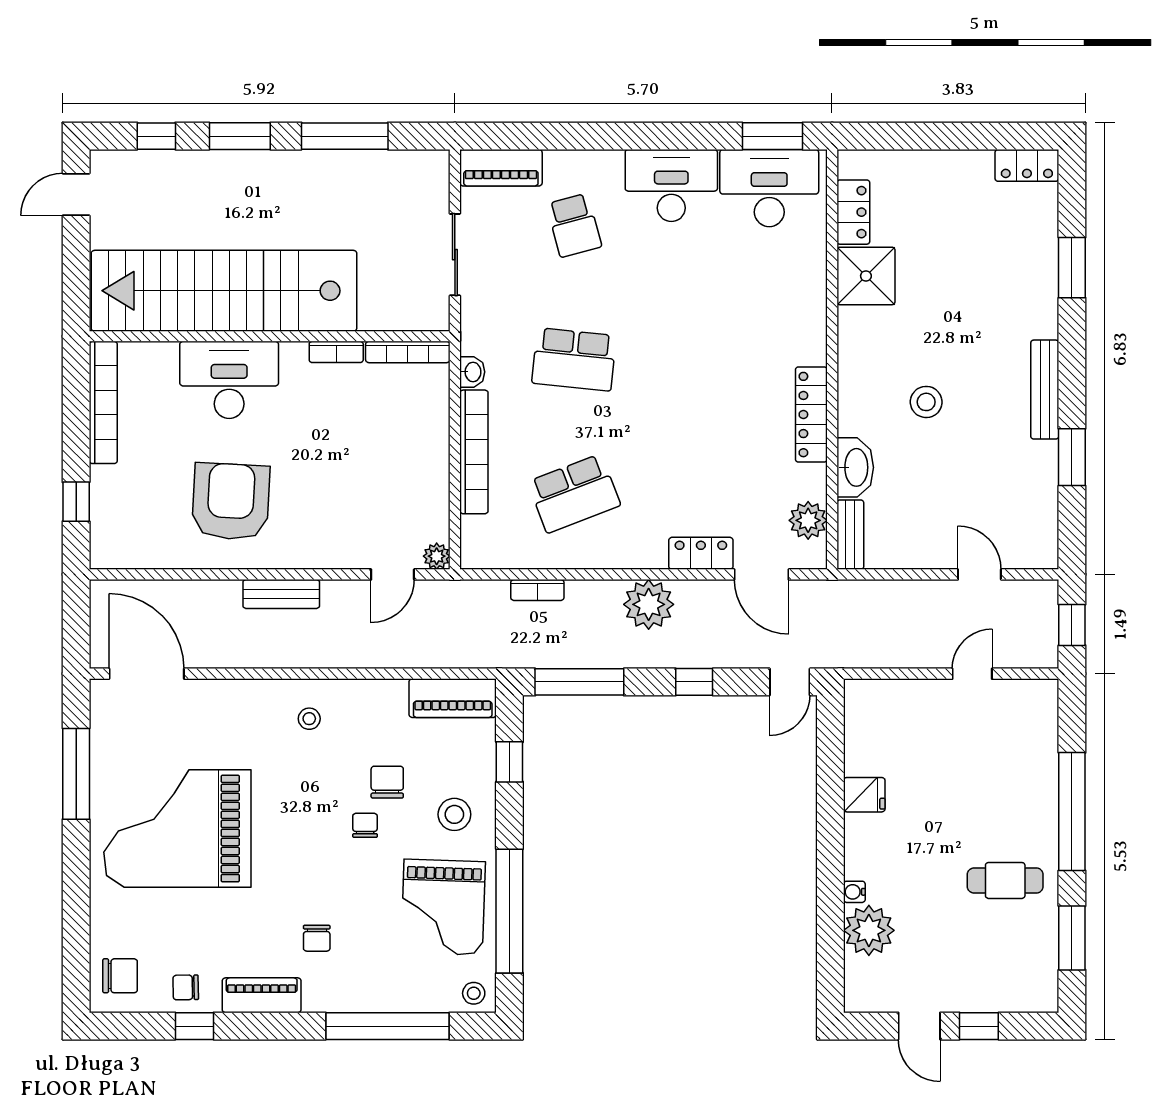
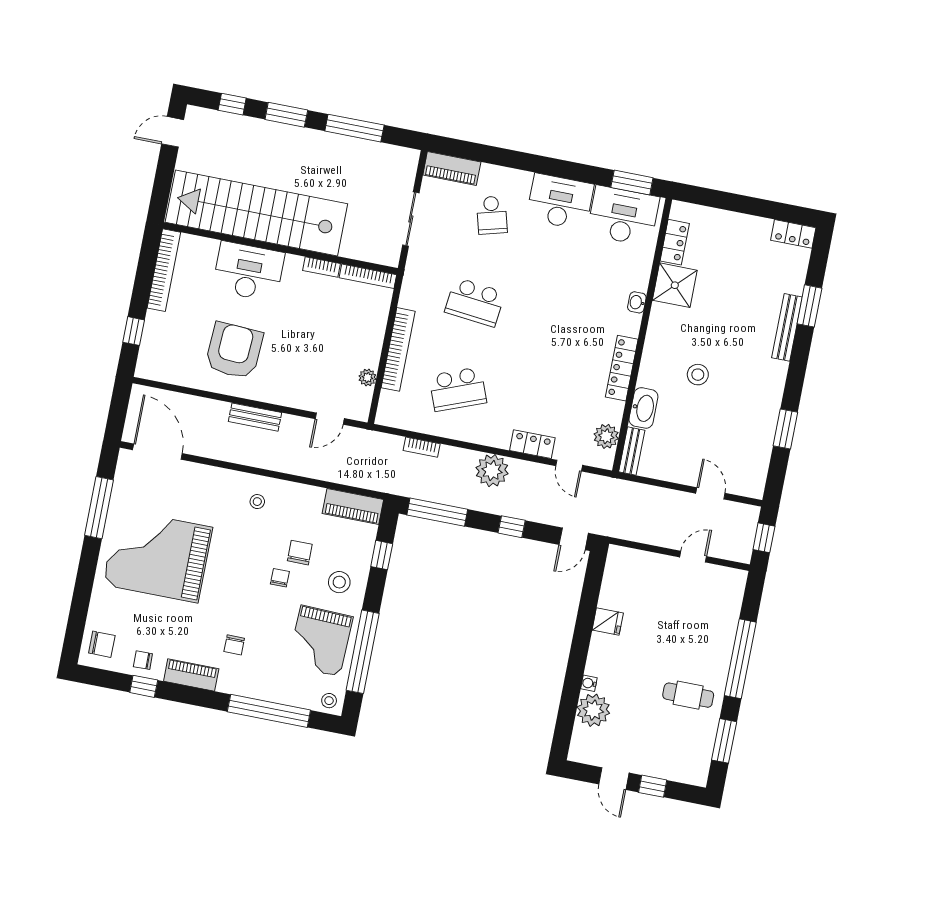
washbasin: (472, 372) -> (637, 302), moved, turned 180
bench: (1045, 390) -> (787, 327), moved
plant: (437, 556) -> (367, 378), moved
door: (761, 574) -> (569, 466), width x0.73

